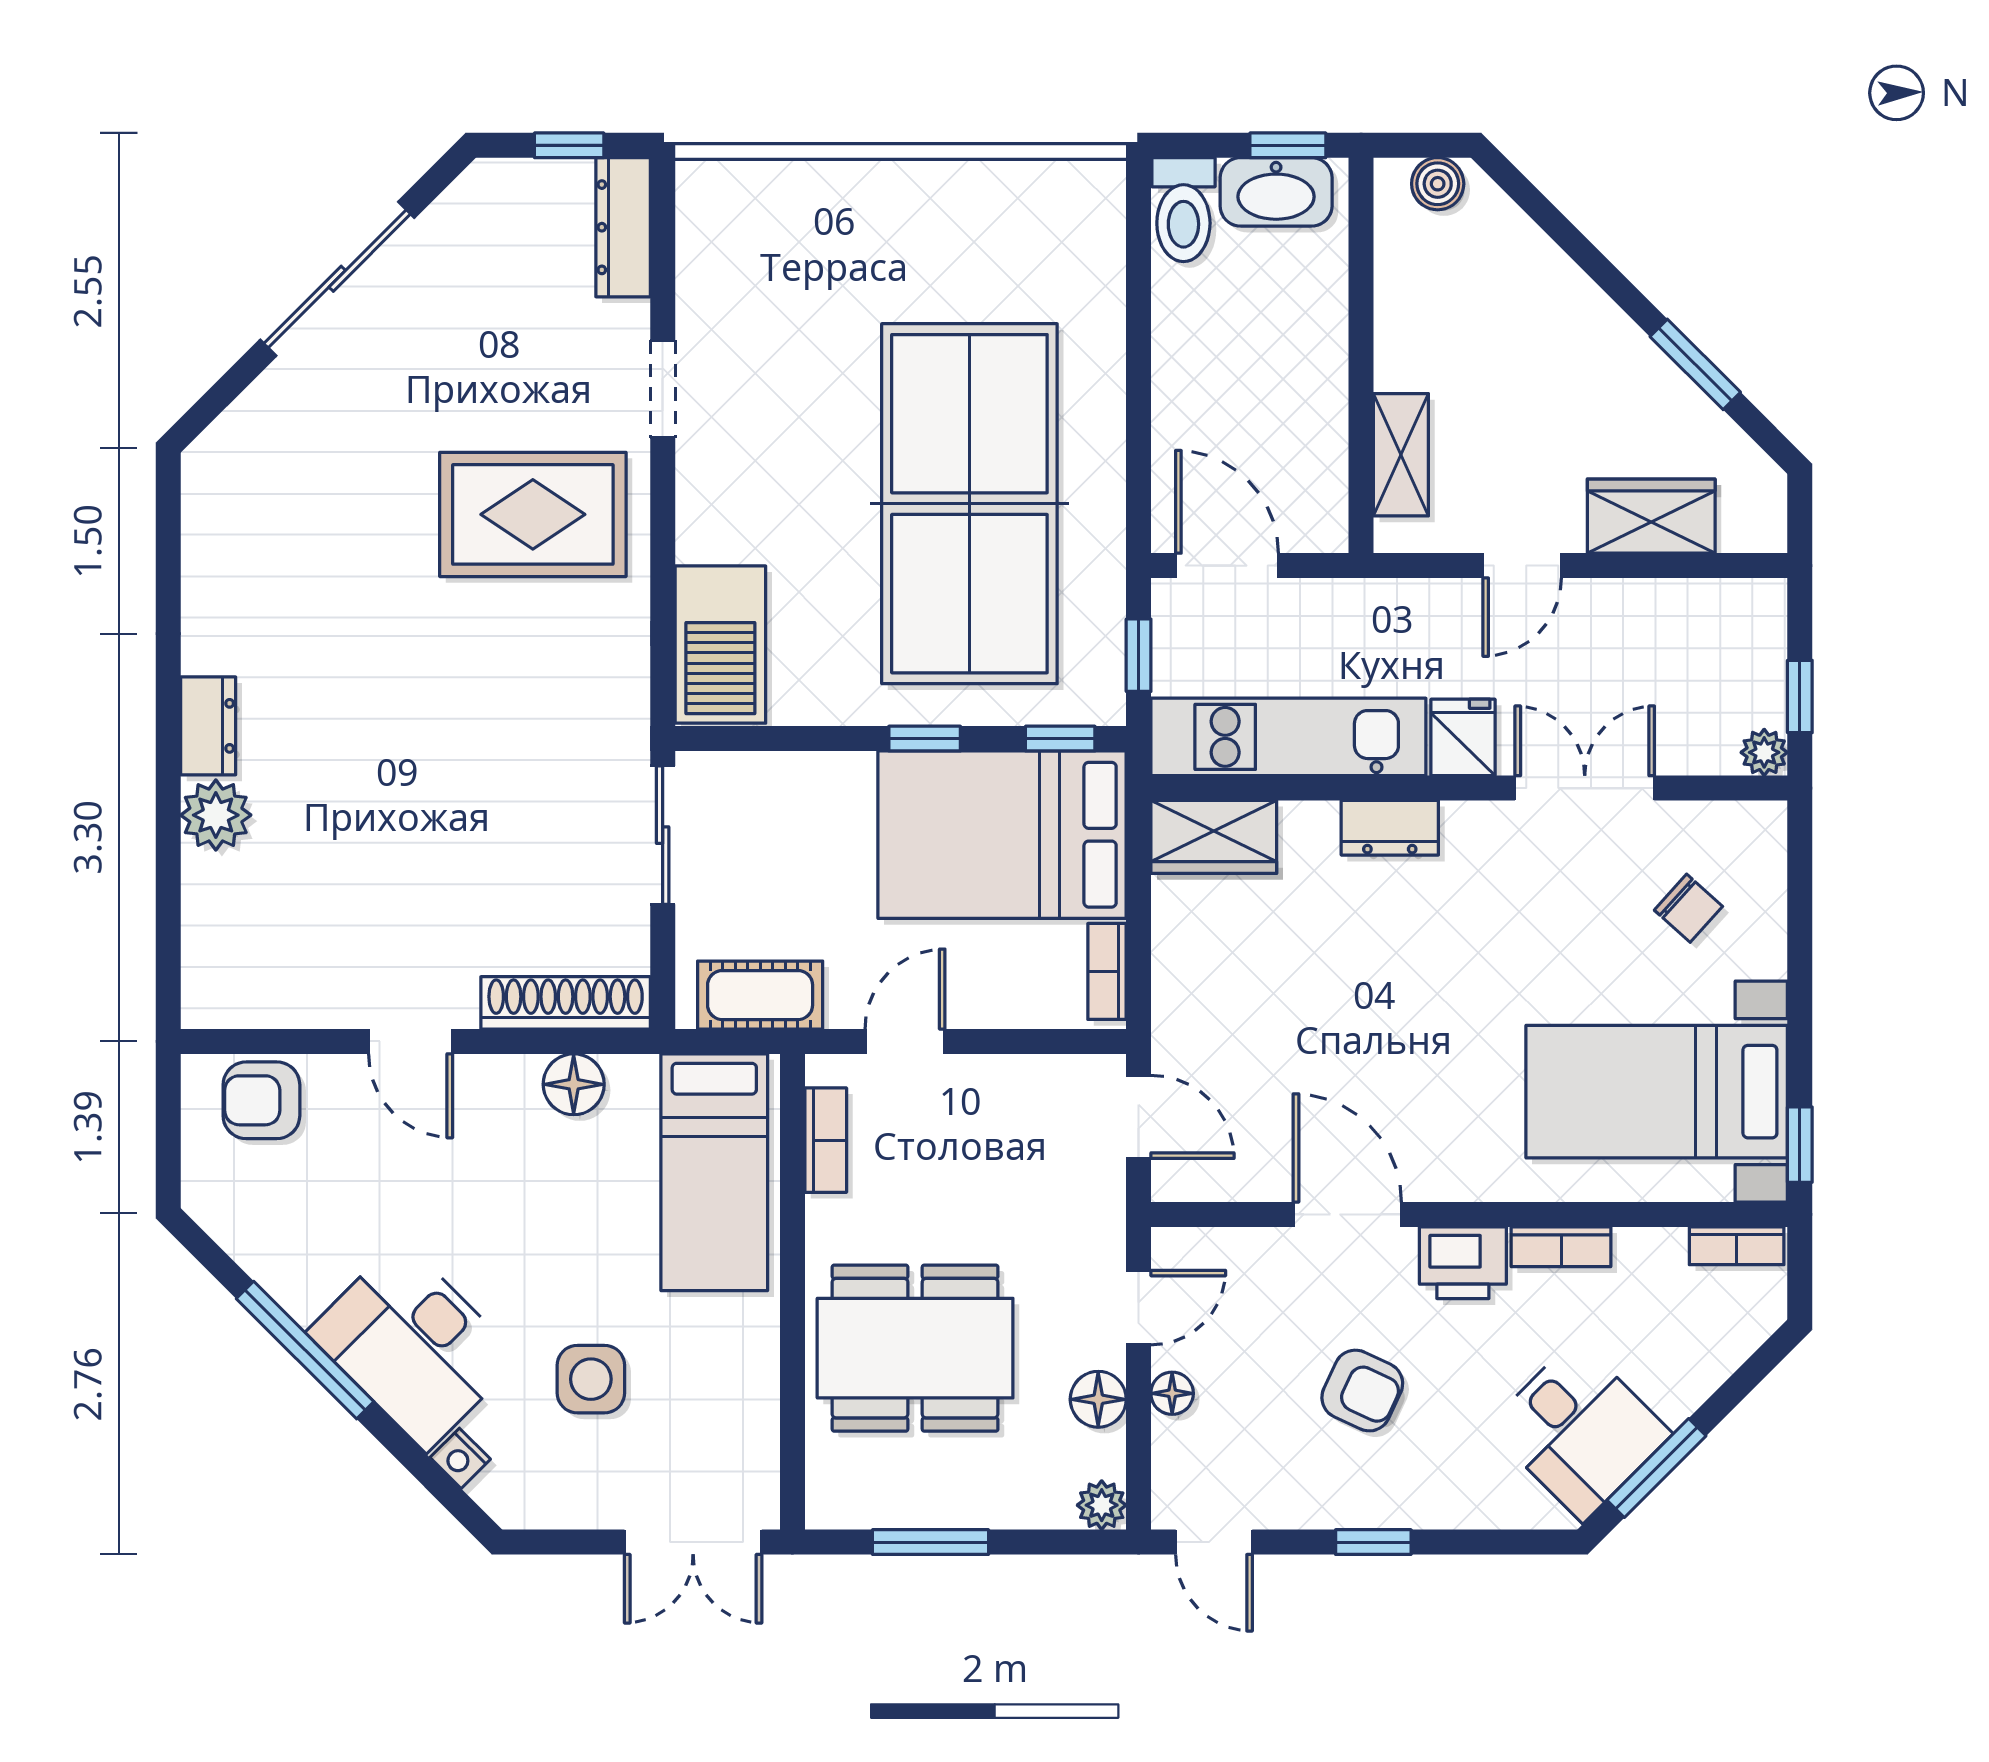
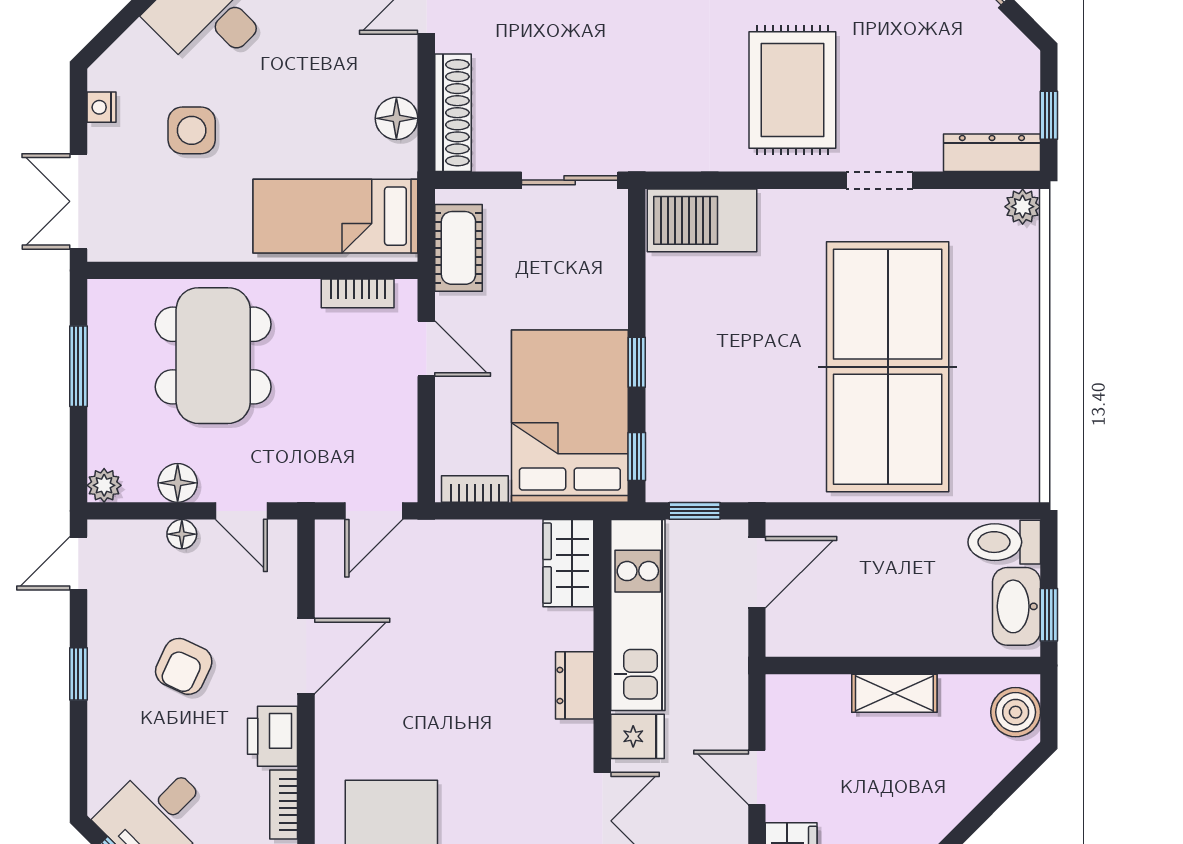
plant: (701, 183) -> (1023, 207), added
boiler: (1438, 184) -> (1016, 712), width x1.36, depth x1.36
shelving: (1401, 455) -> (894, 693), moved
table tennis table: (969, 504) -> (888, 367), moved, turned 90
nightstand: (460, 1458) -> (101, 107), moved, turned -45

